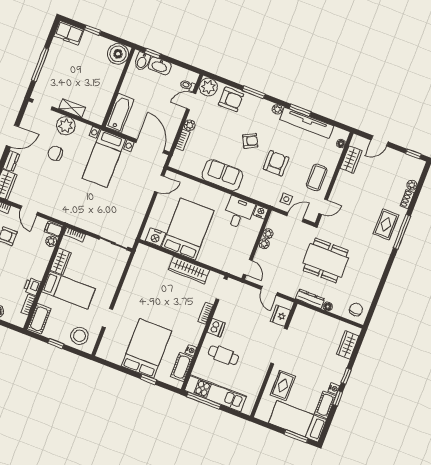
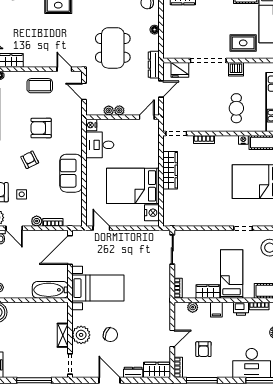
chair: (55, 153) -> (110, 335), turned -68
side table: (286, 199) -> (22, 194), moved
filing cabinet: (53, 229) -> (216, 310), moved
dresser: (310, 299) -> (154, 65), moved
dishwasher: (216, 328) -> (236, 69), moved, turned 180

